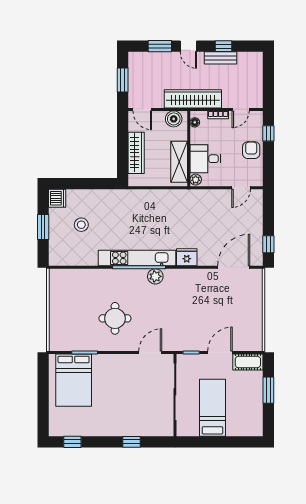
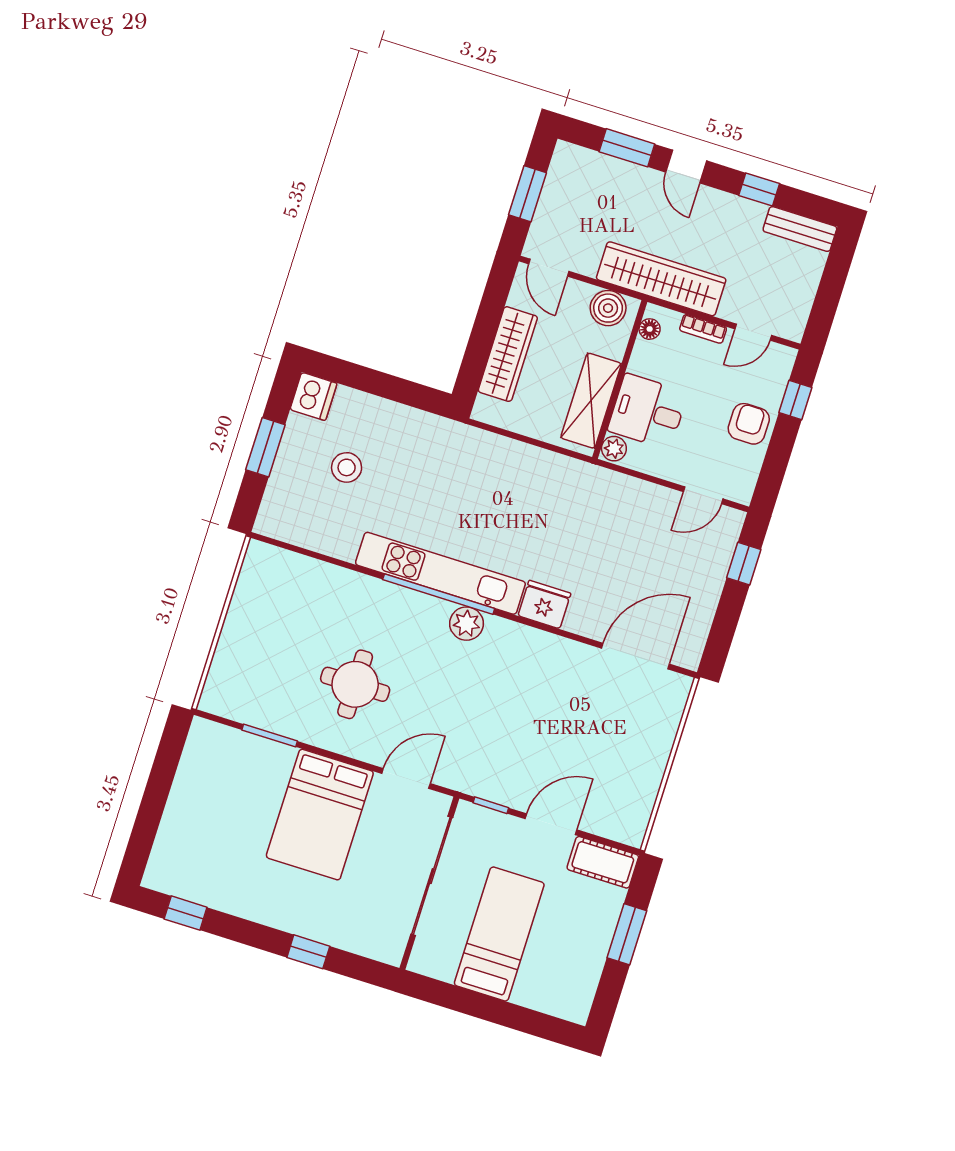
bench: (221, 58) -> (800, 229), moved
window: (268, 244) -> (744, 564), moved
bed: (74, 380) -> (320, 815), moved

